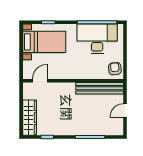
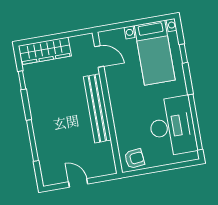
bench: (100, 88) -> (97, 108), moved

